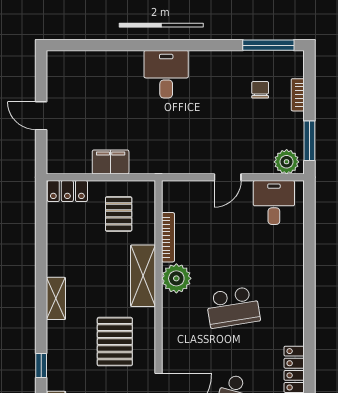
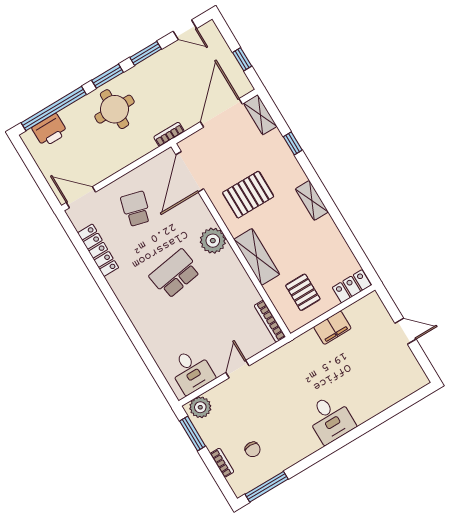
bookcase: (168, 237) -> (270, 321), moved
plant: (176, 278) -> (213, 241), moved
pallet: (115, 342) -> (248, 195), turned 90

